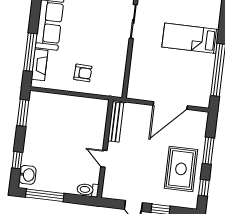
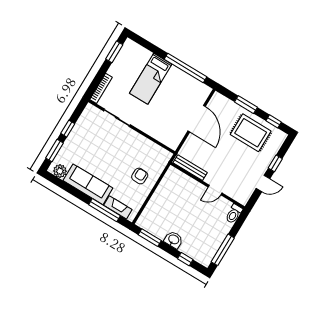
washbasin: (28, 175) -> (174, 240), moved

